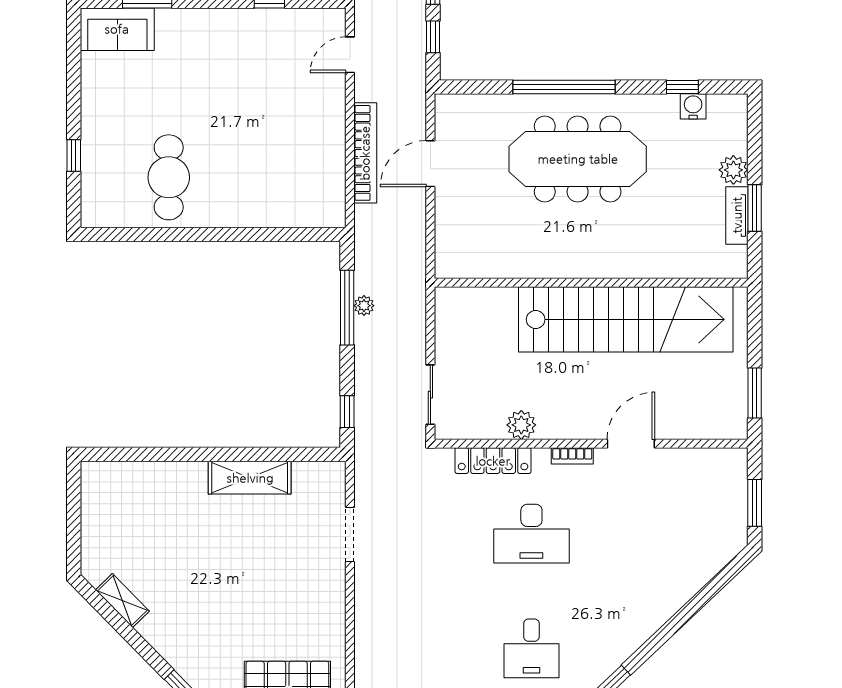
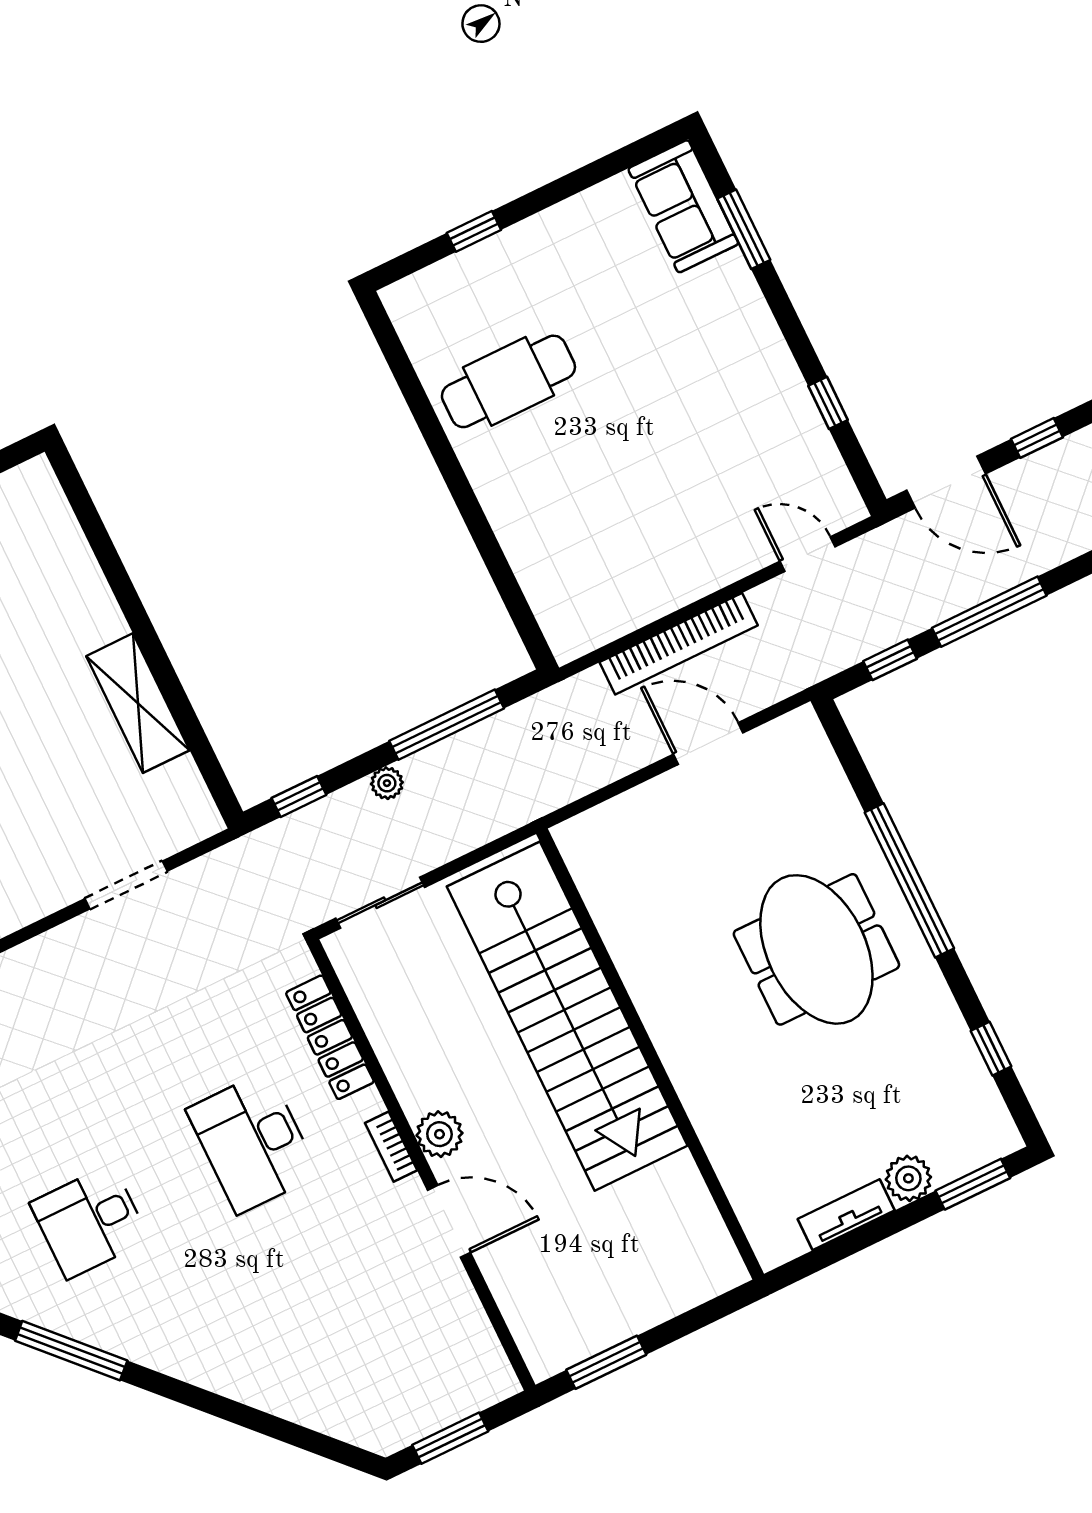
water cooler: (693, 106) -> (971, 1077), removed
meeting table: (578, 159) -> (816, 949), width x0.73
window: (755, 208) -> (973, 1184), moved
plant: (364, 306) -> (387, 783), moved
stairs: (626, 319) -> (567, 1016), moved
plant: (521, 425) -> (439, 1134), moved

